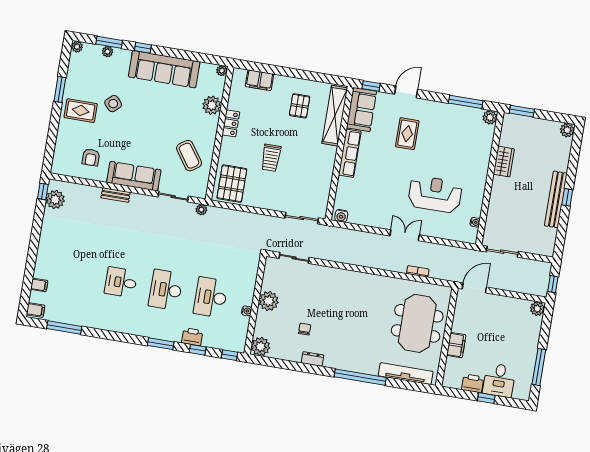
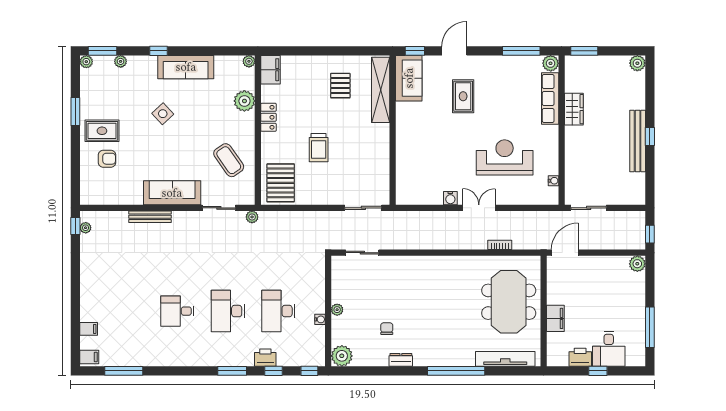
window: (109, 42) -> (102, 51), moved
sofa: (164, 69) -> (186, 67), width x0.74, depth x0.79
filing cabinet: (259, 80) -> (271, 70), moved, turned -90
side table: (113, 104) -> (163, 114), moved
row of seats: (350, 153) -> (550, 99), moved, turned 180
armchair: (91, 157) -> (107, 159), moved, turned -90
bench: (116, 195) -> (150, 217), width x1.36
plant: (55, 200) -> (86, 228), width x0.53, depth x0.53
water cooler: (341, 216) -> (450, 198), moved
plant: (269, 301) -> (337, 310), width x0.53, depth x0.53

